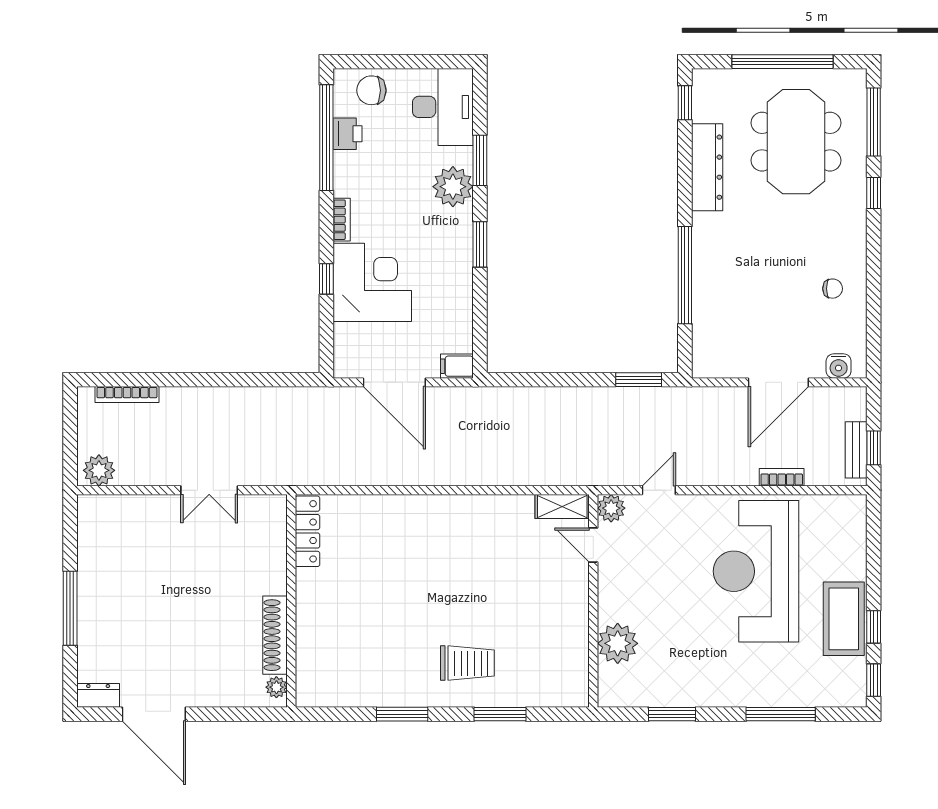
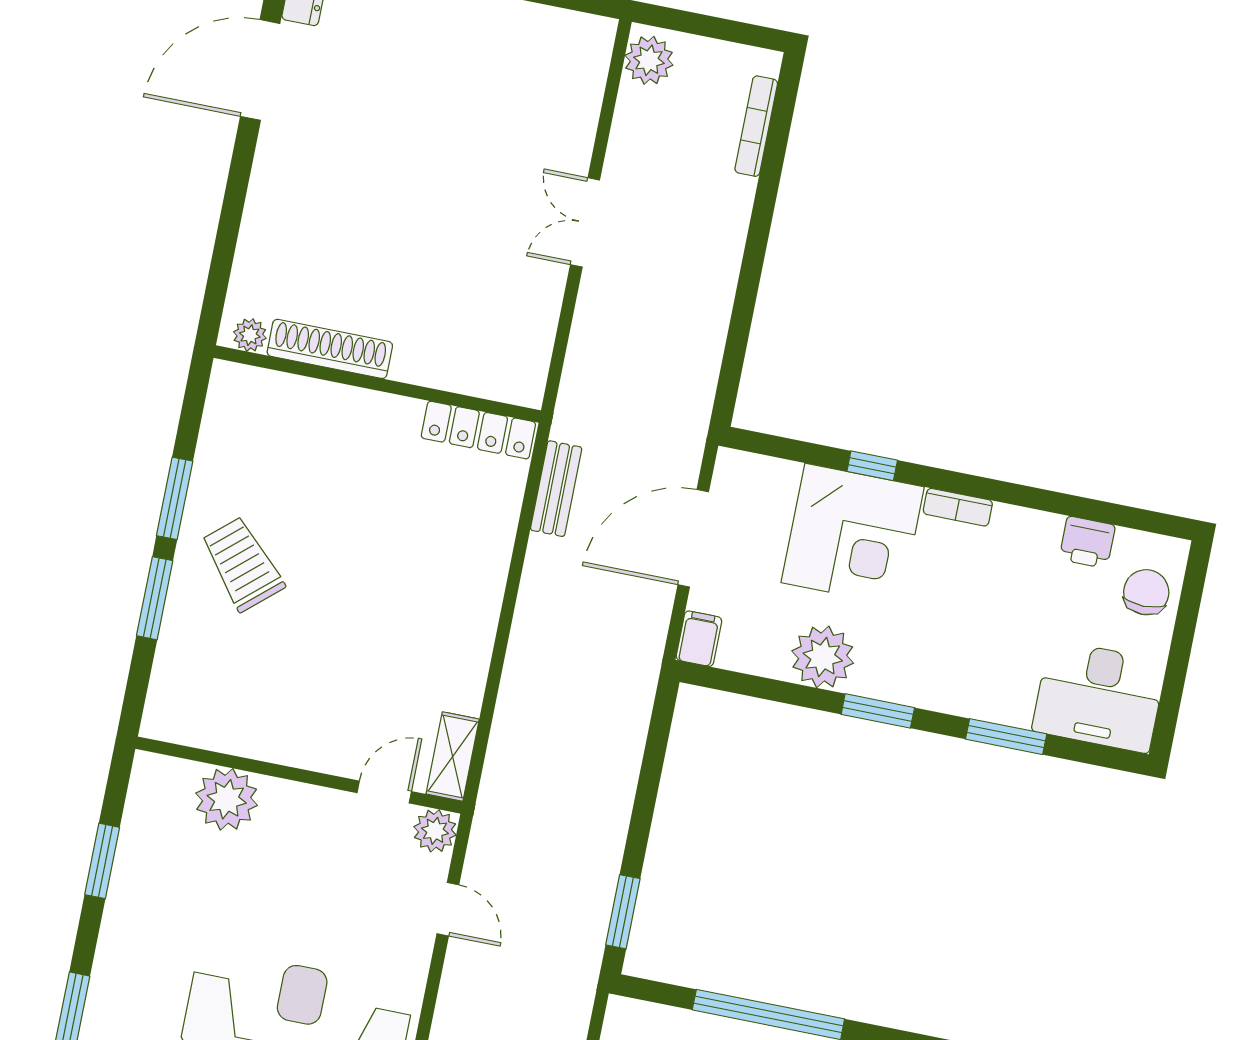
window: (326, 138) -> (1088, 509), removed
plant: (453, 187) -> (823, 657), moved
bench: (380, 475) -> (556, 489), added
locker: (307, 531) -> (478, 430), moved
wall: (291, 601) -> (377, 384), moved
shoe rack: (275, 635) -> (330, 349), moved
trolley: (467, 663) -> (242, 564), turned 139
plant: (276, 687) -> (250, 335), moved
window: (402, 714) -> (175, 498), moved

